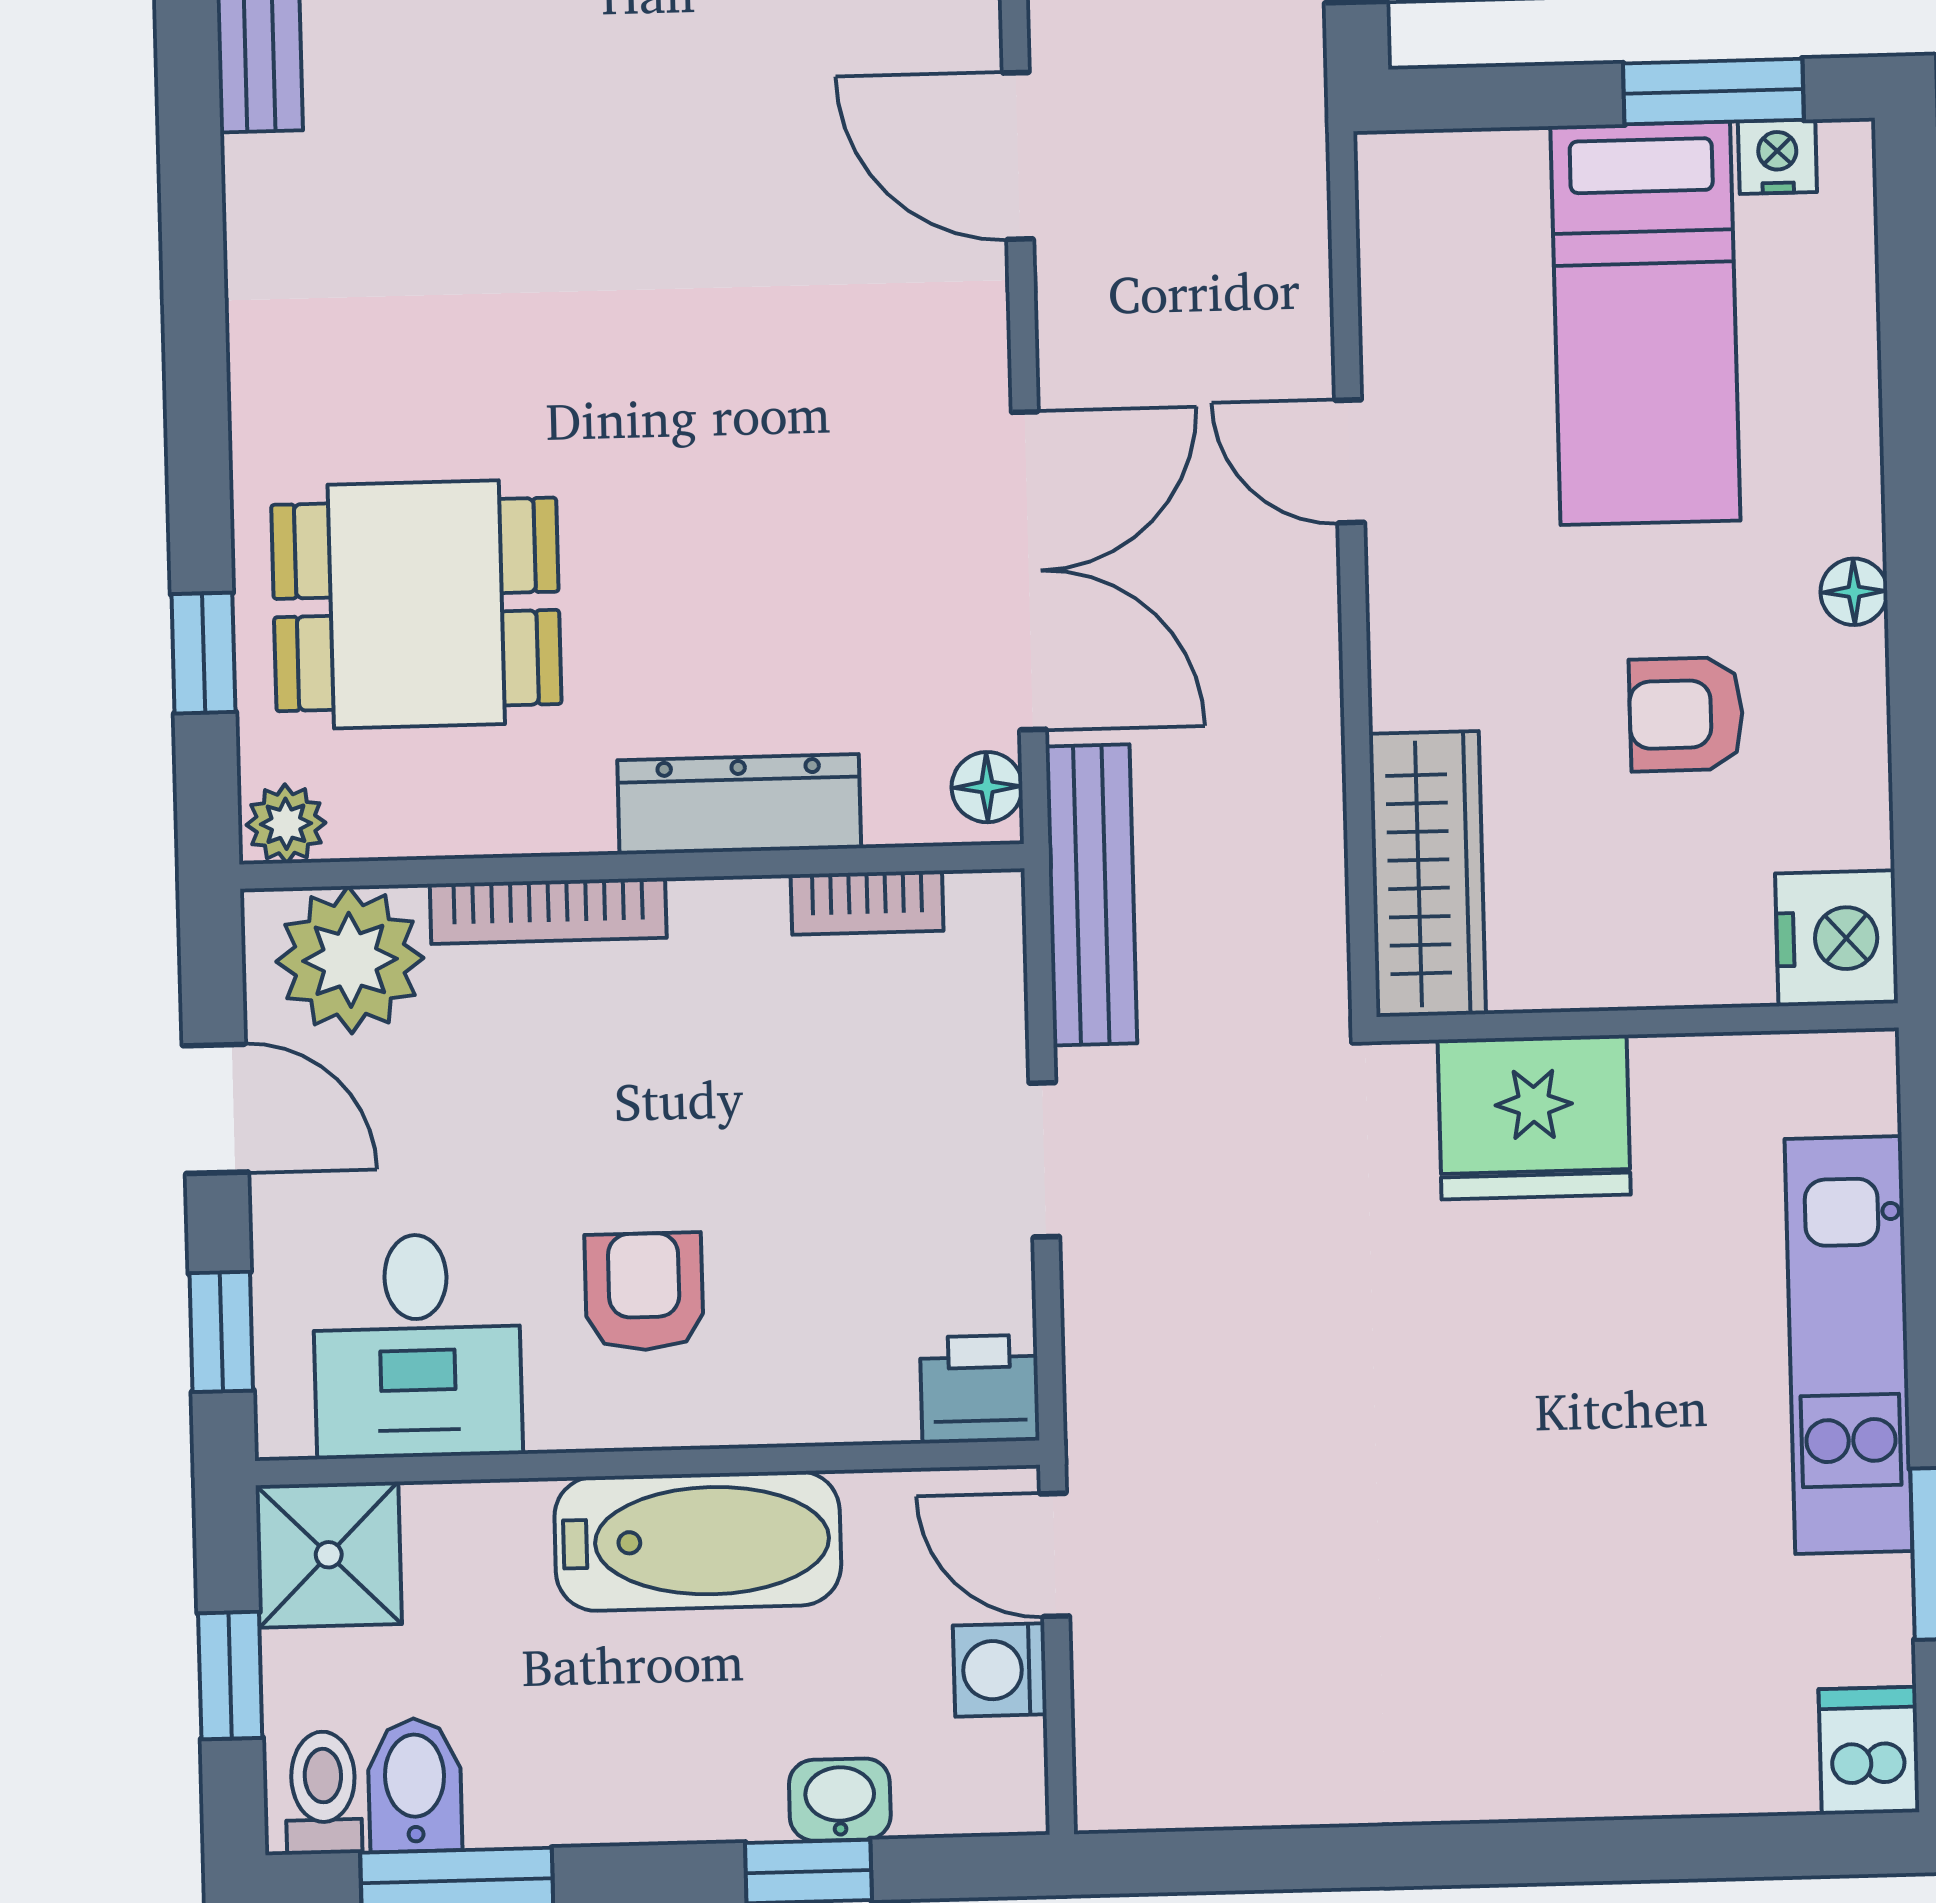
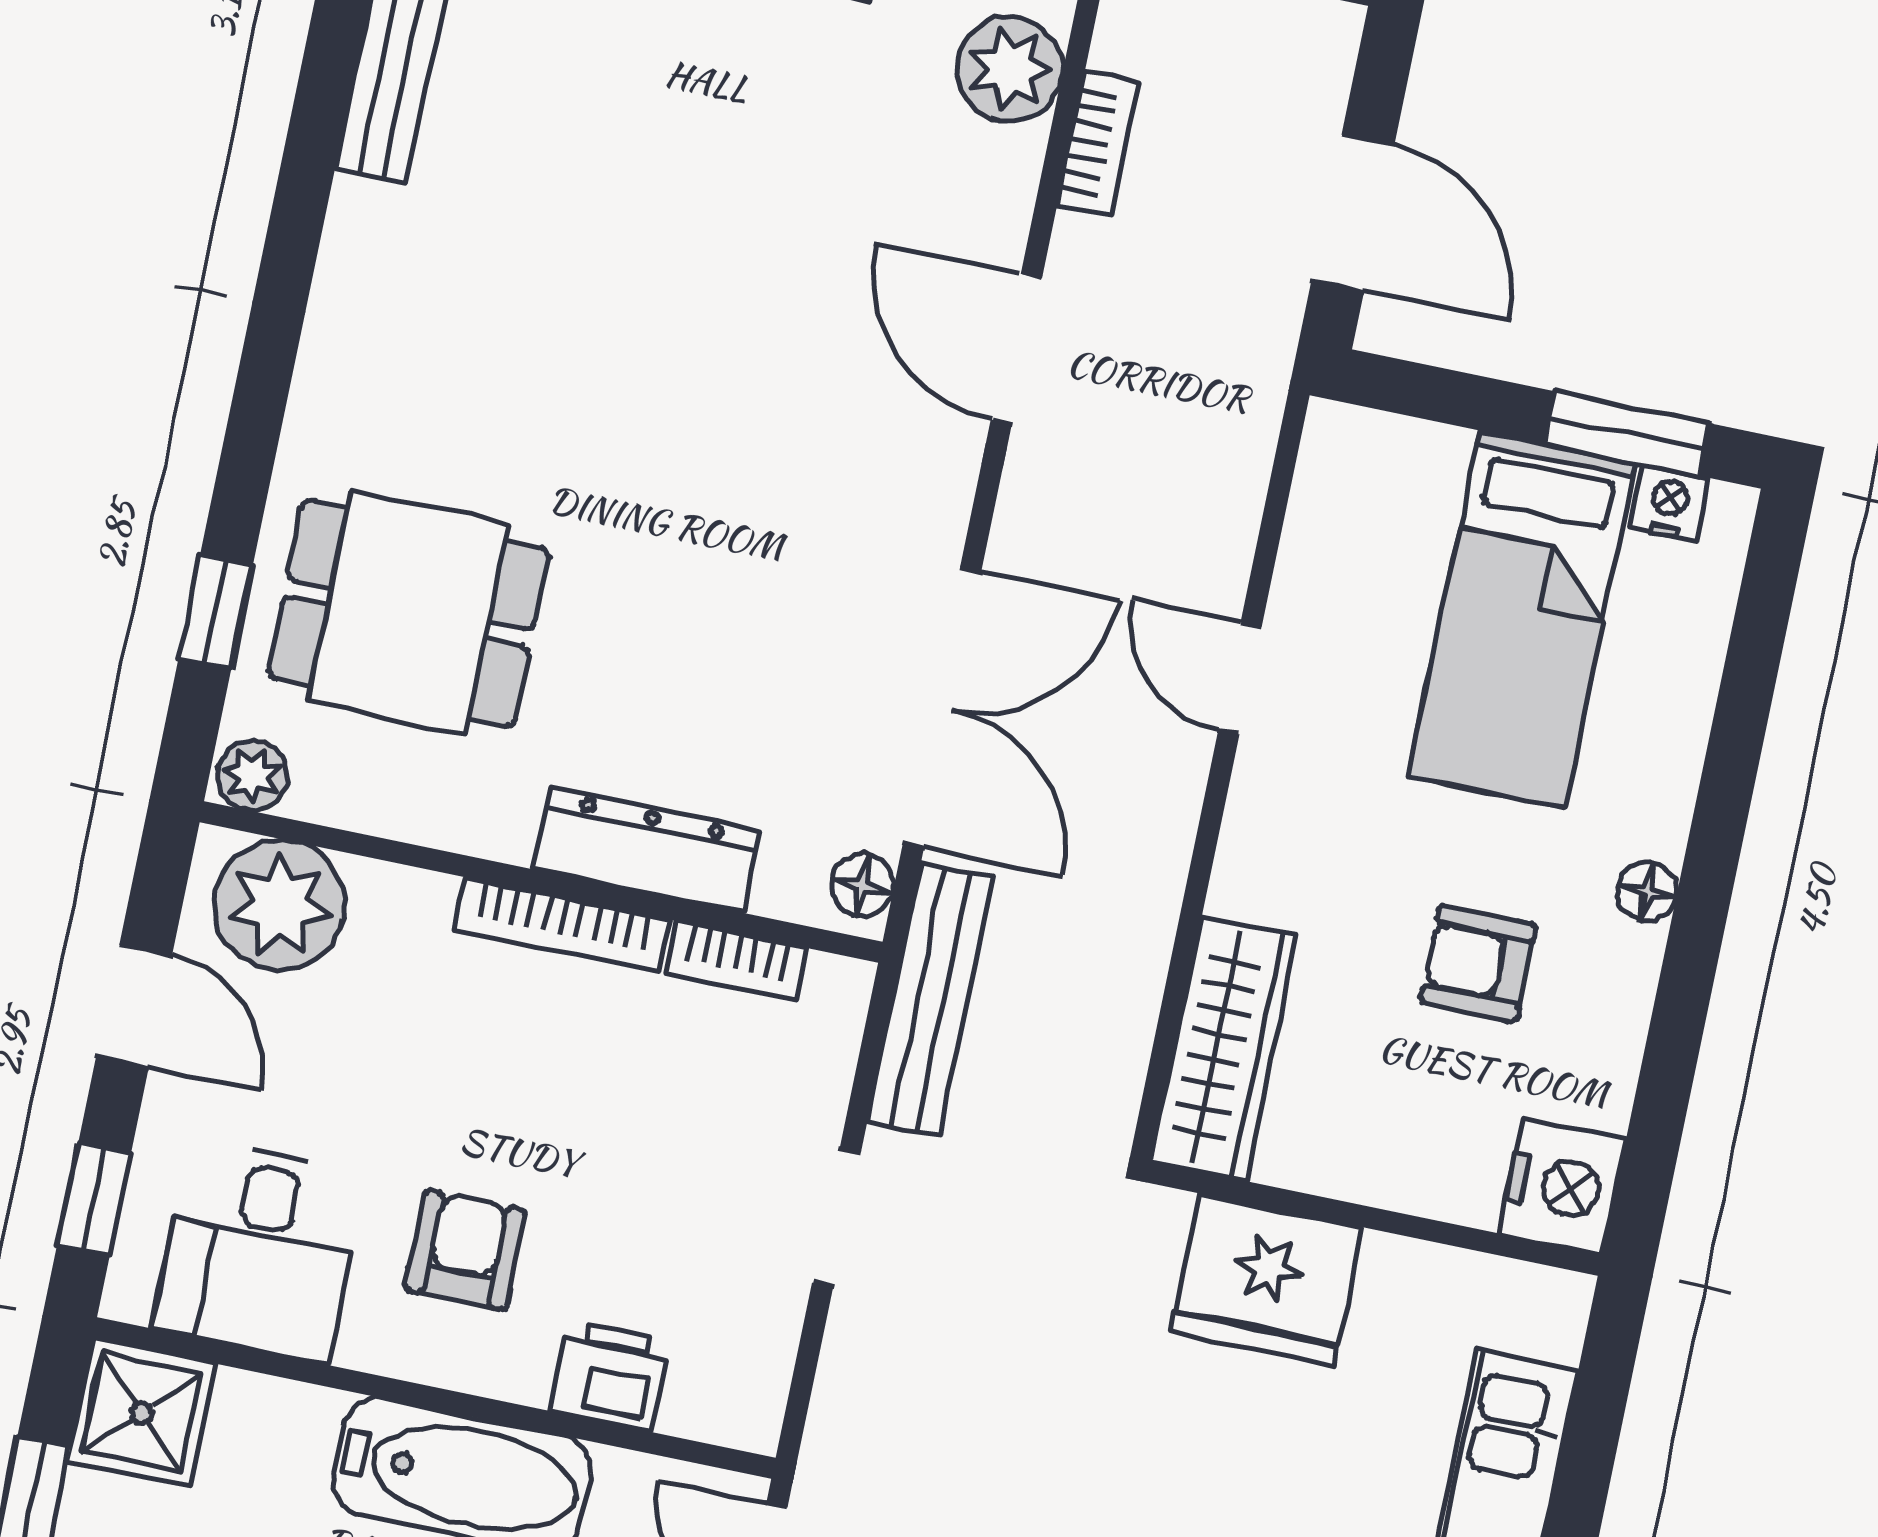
bookcase: (548, 911) -> (562, 924), moved
printer: (980, 1389) -> (611, 1376), moved

